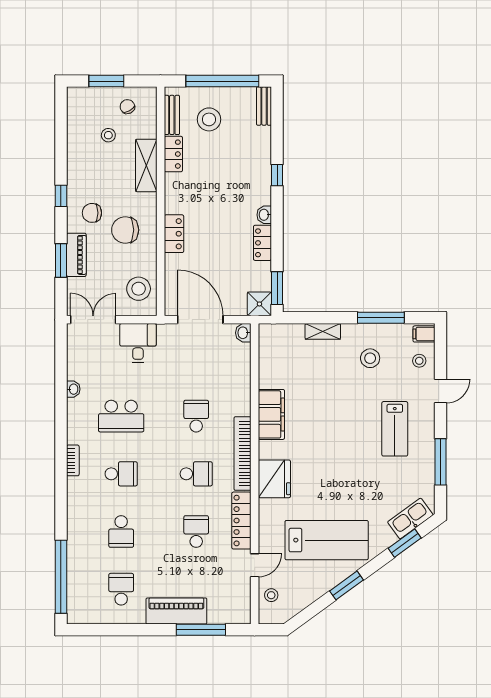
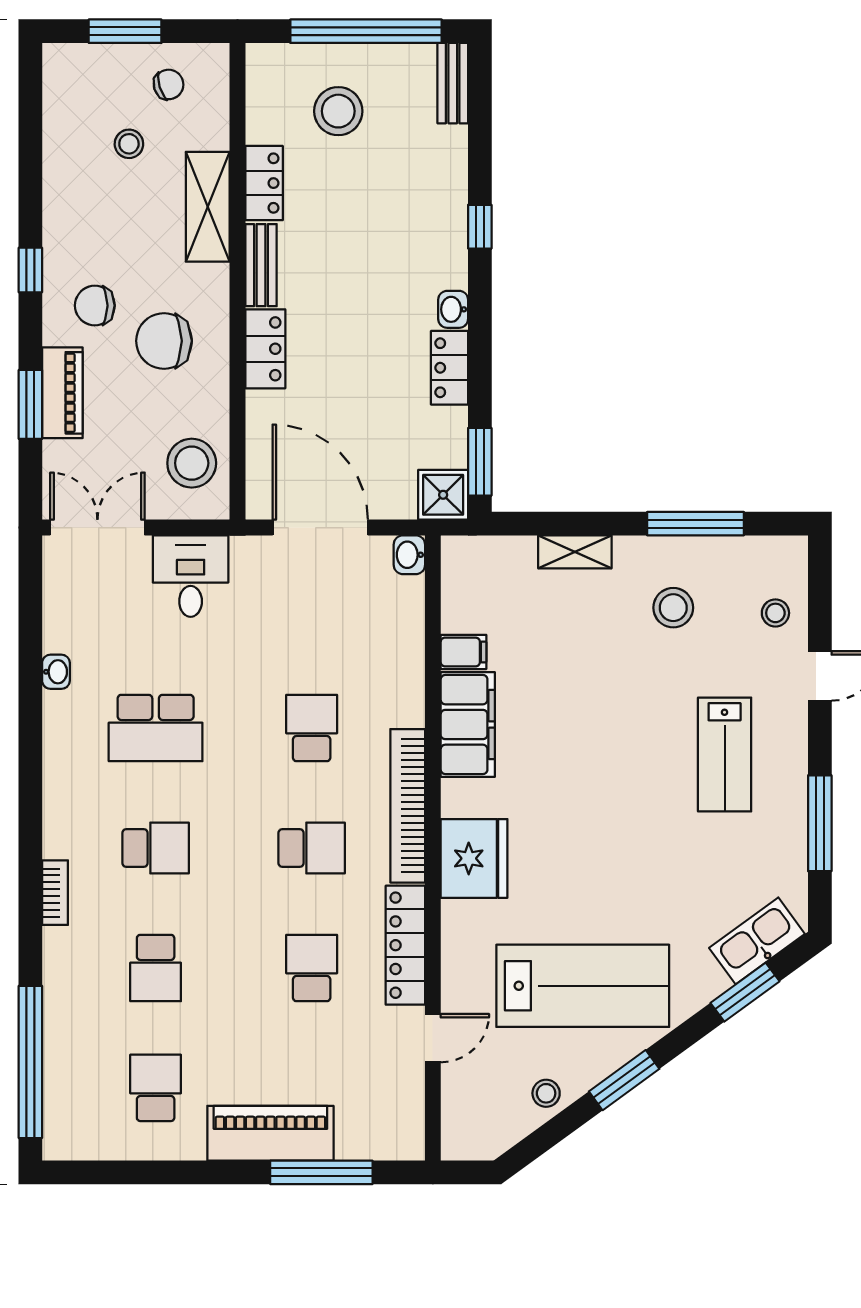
chair: (127, 107) -> (169, 84), turned 102
bench: (172, 115) -> (261, 265), moved
filing cabinet: (424, 334) -> (464, 652), moved, turned 180
bookcase: (73, 460) -> (55, 893), moved
stool: (271, 595) -> (546, 1093), moved

